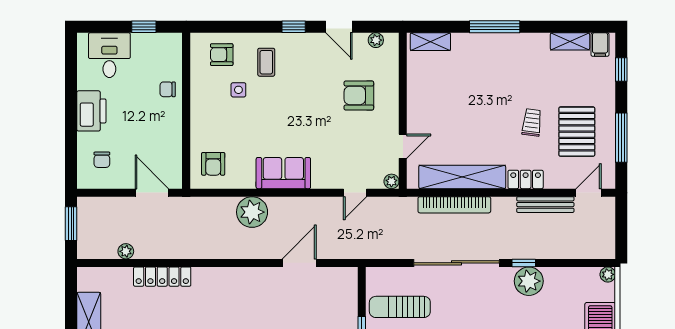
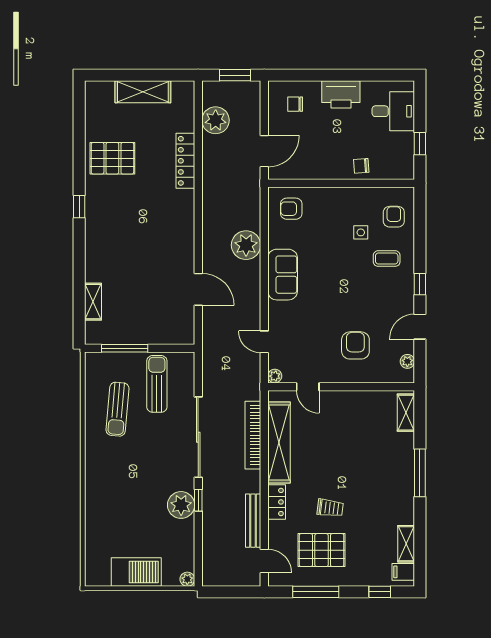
chair: (168, 89) -> (361, 166), turned -94
plant: (126, 251) -> (216, 120), width x1.88, depth x1.88

